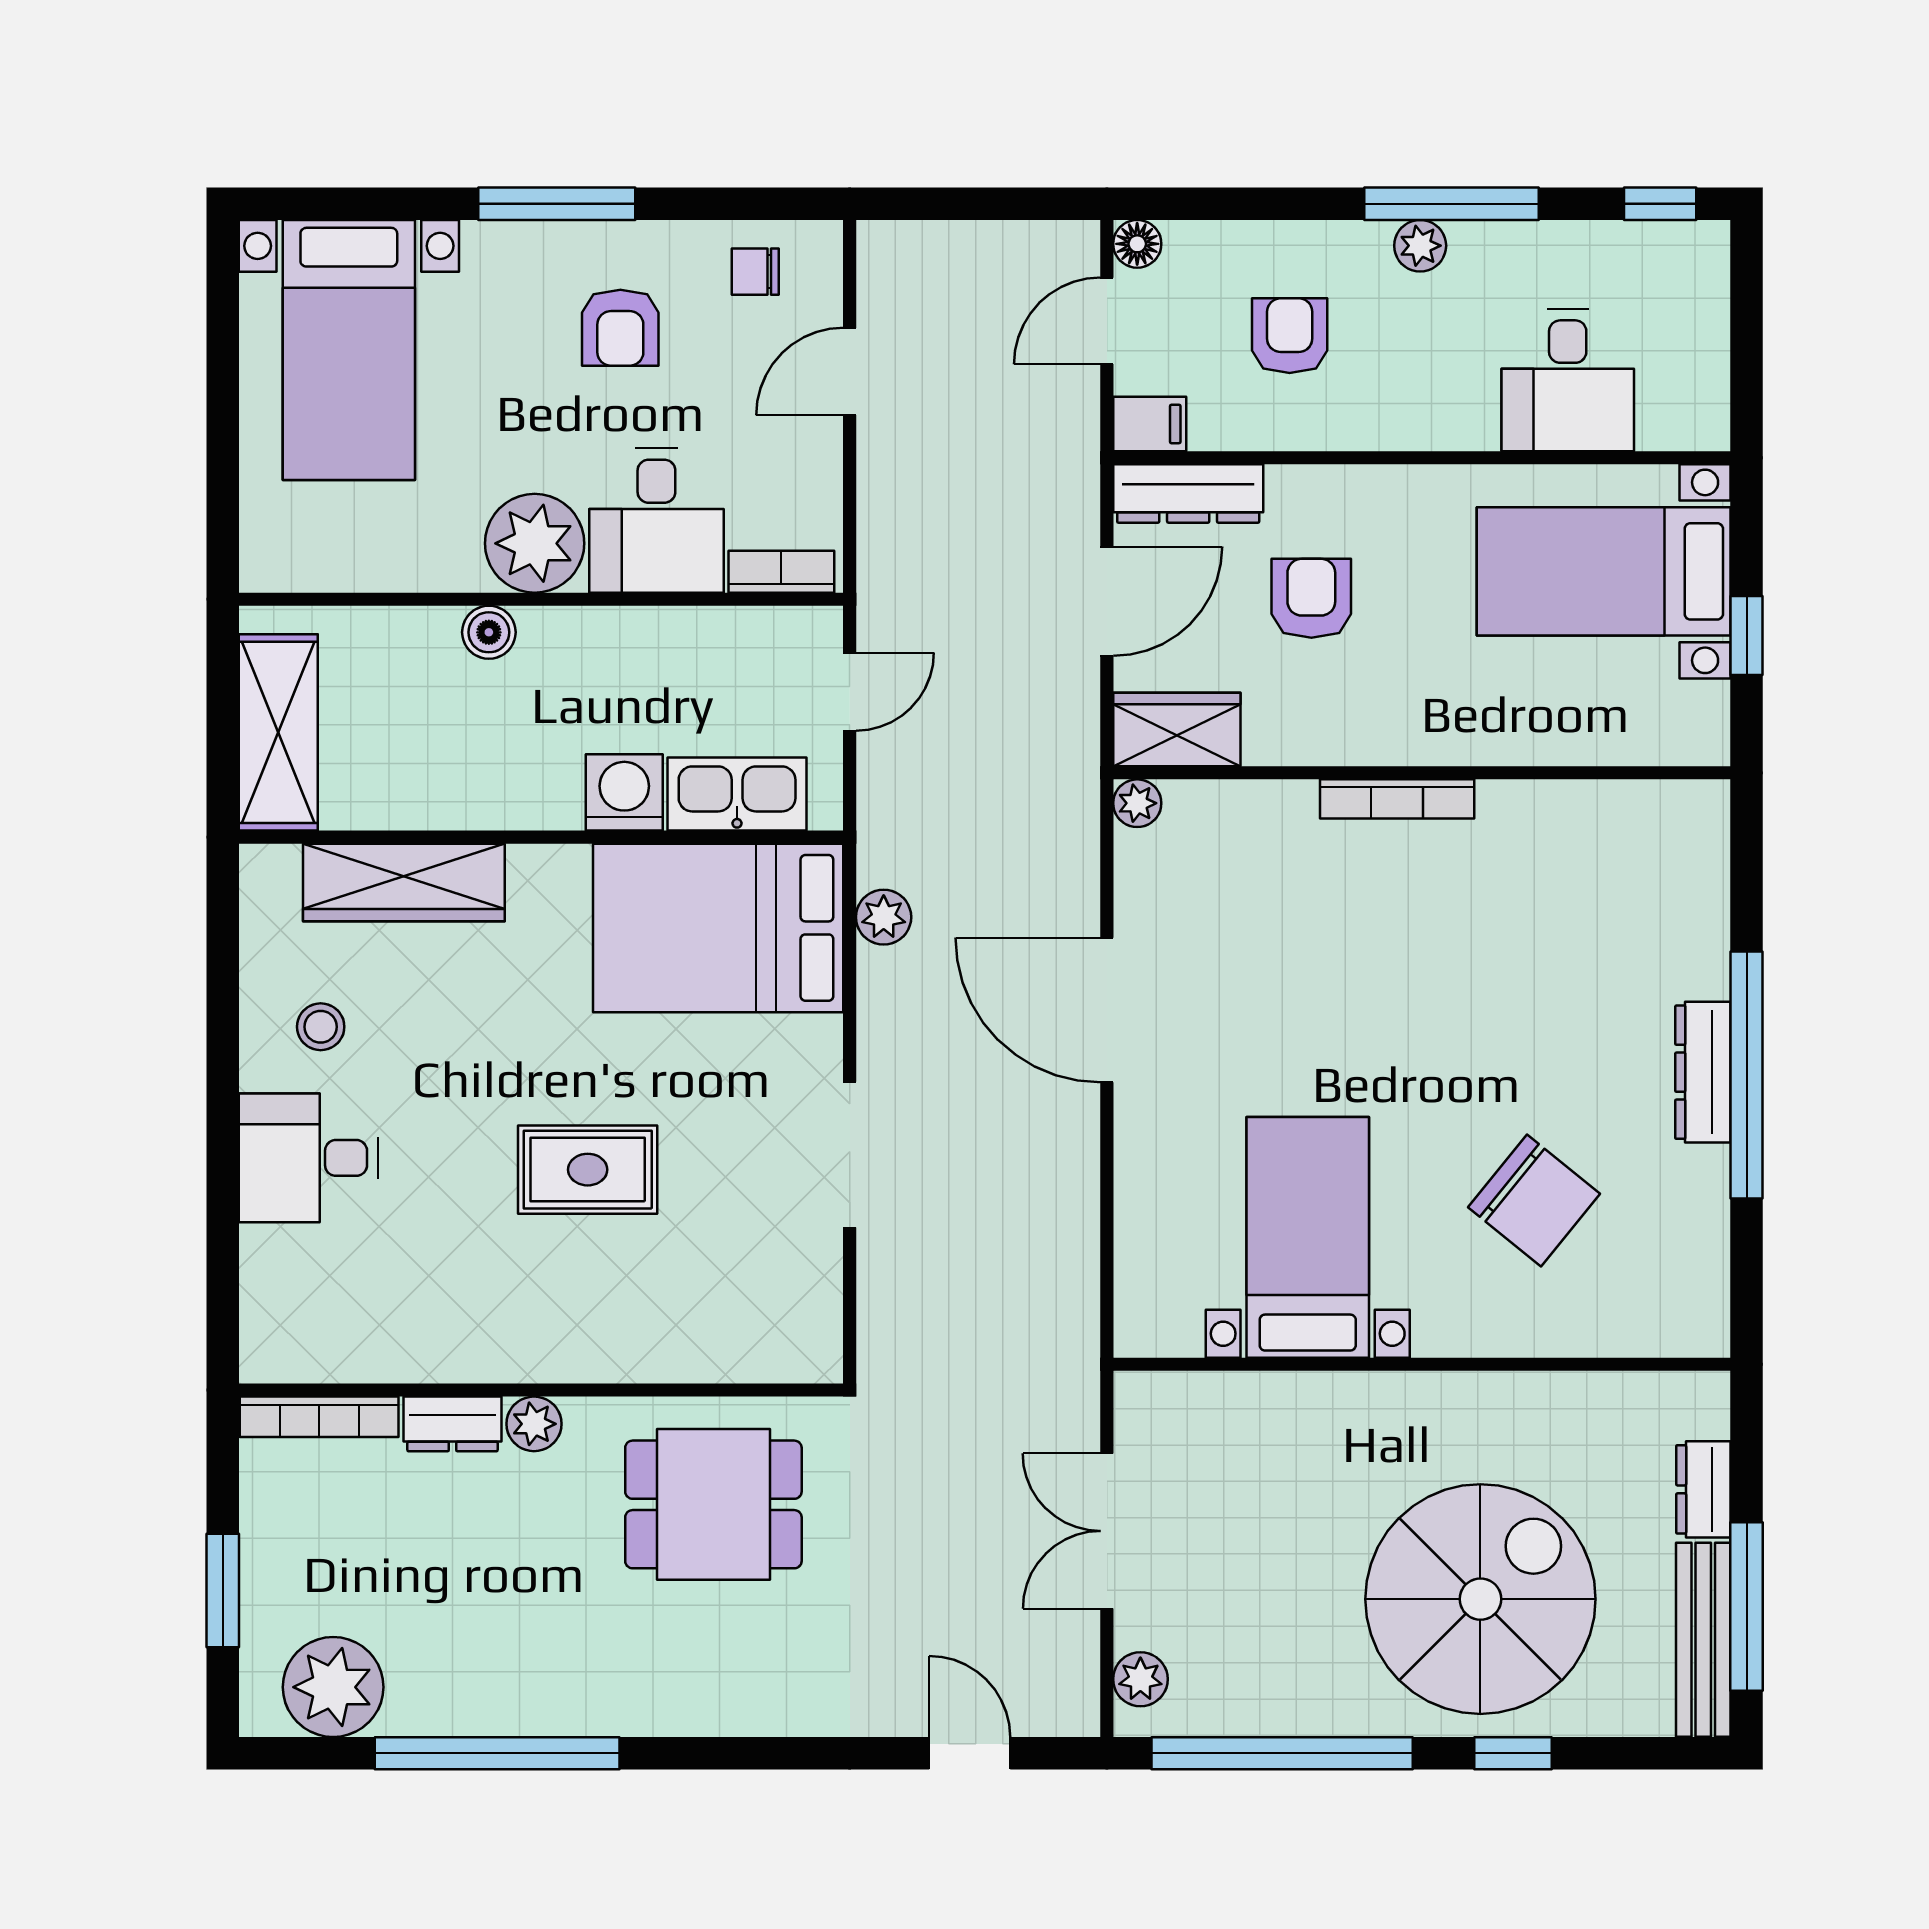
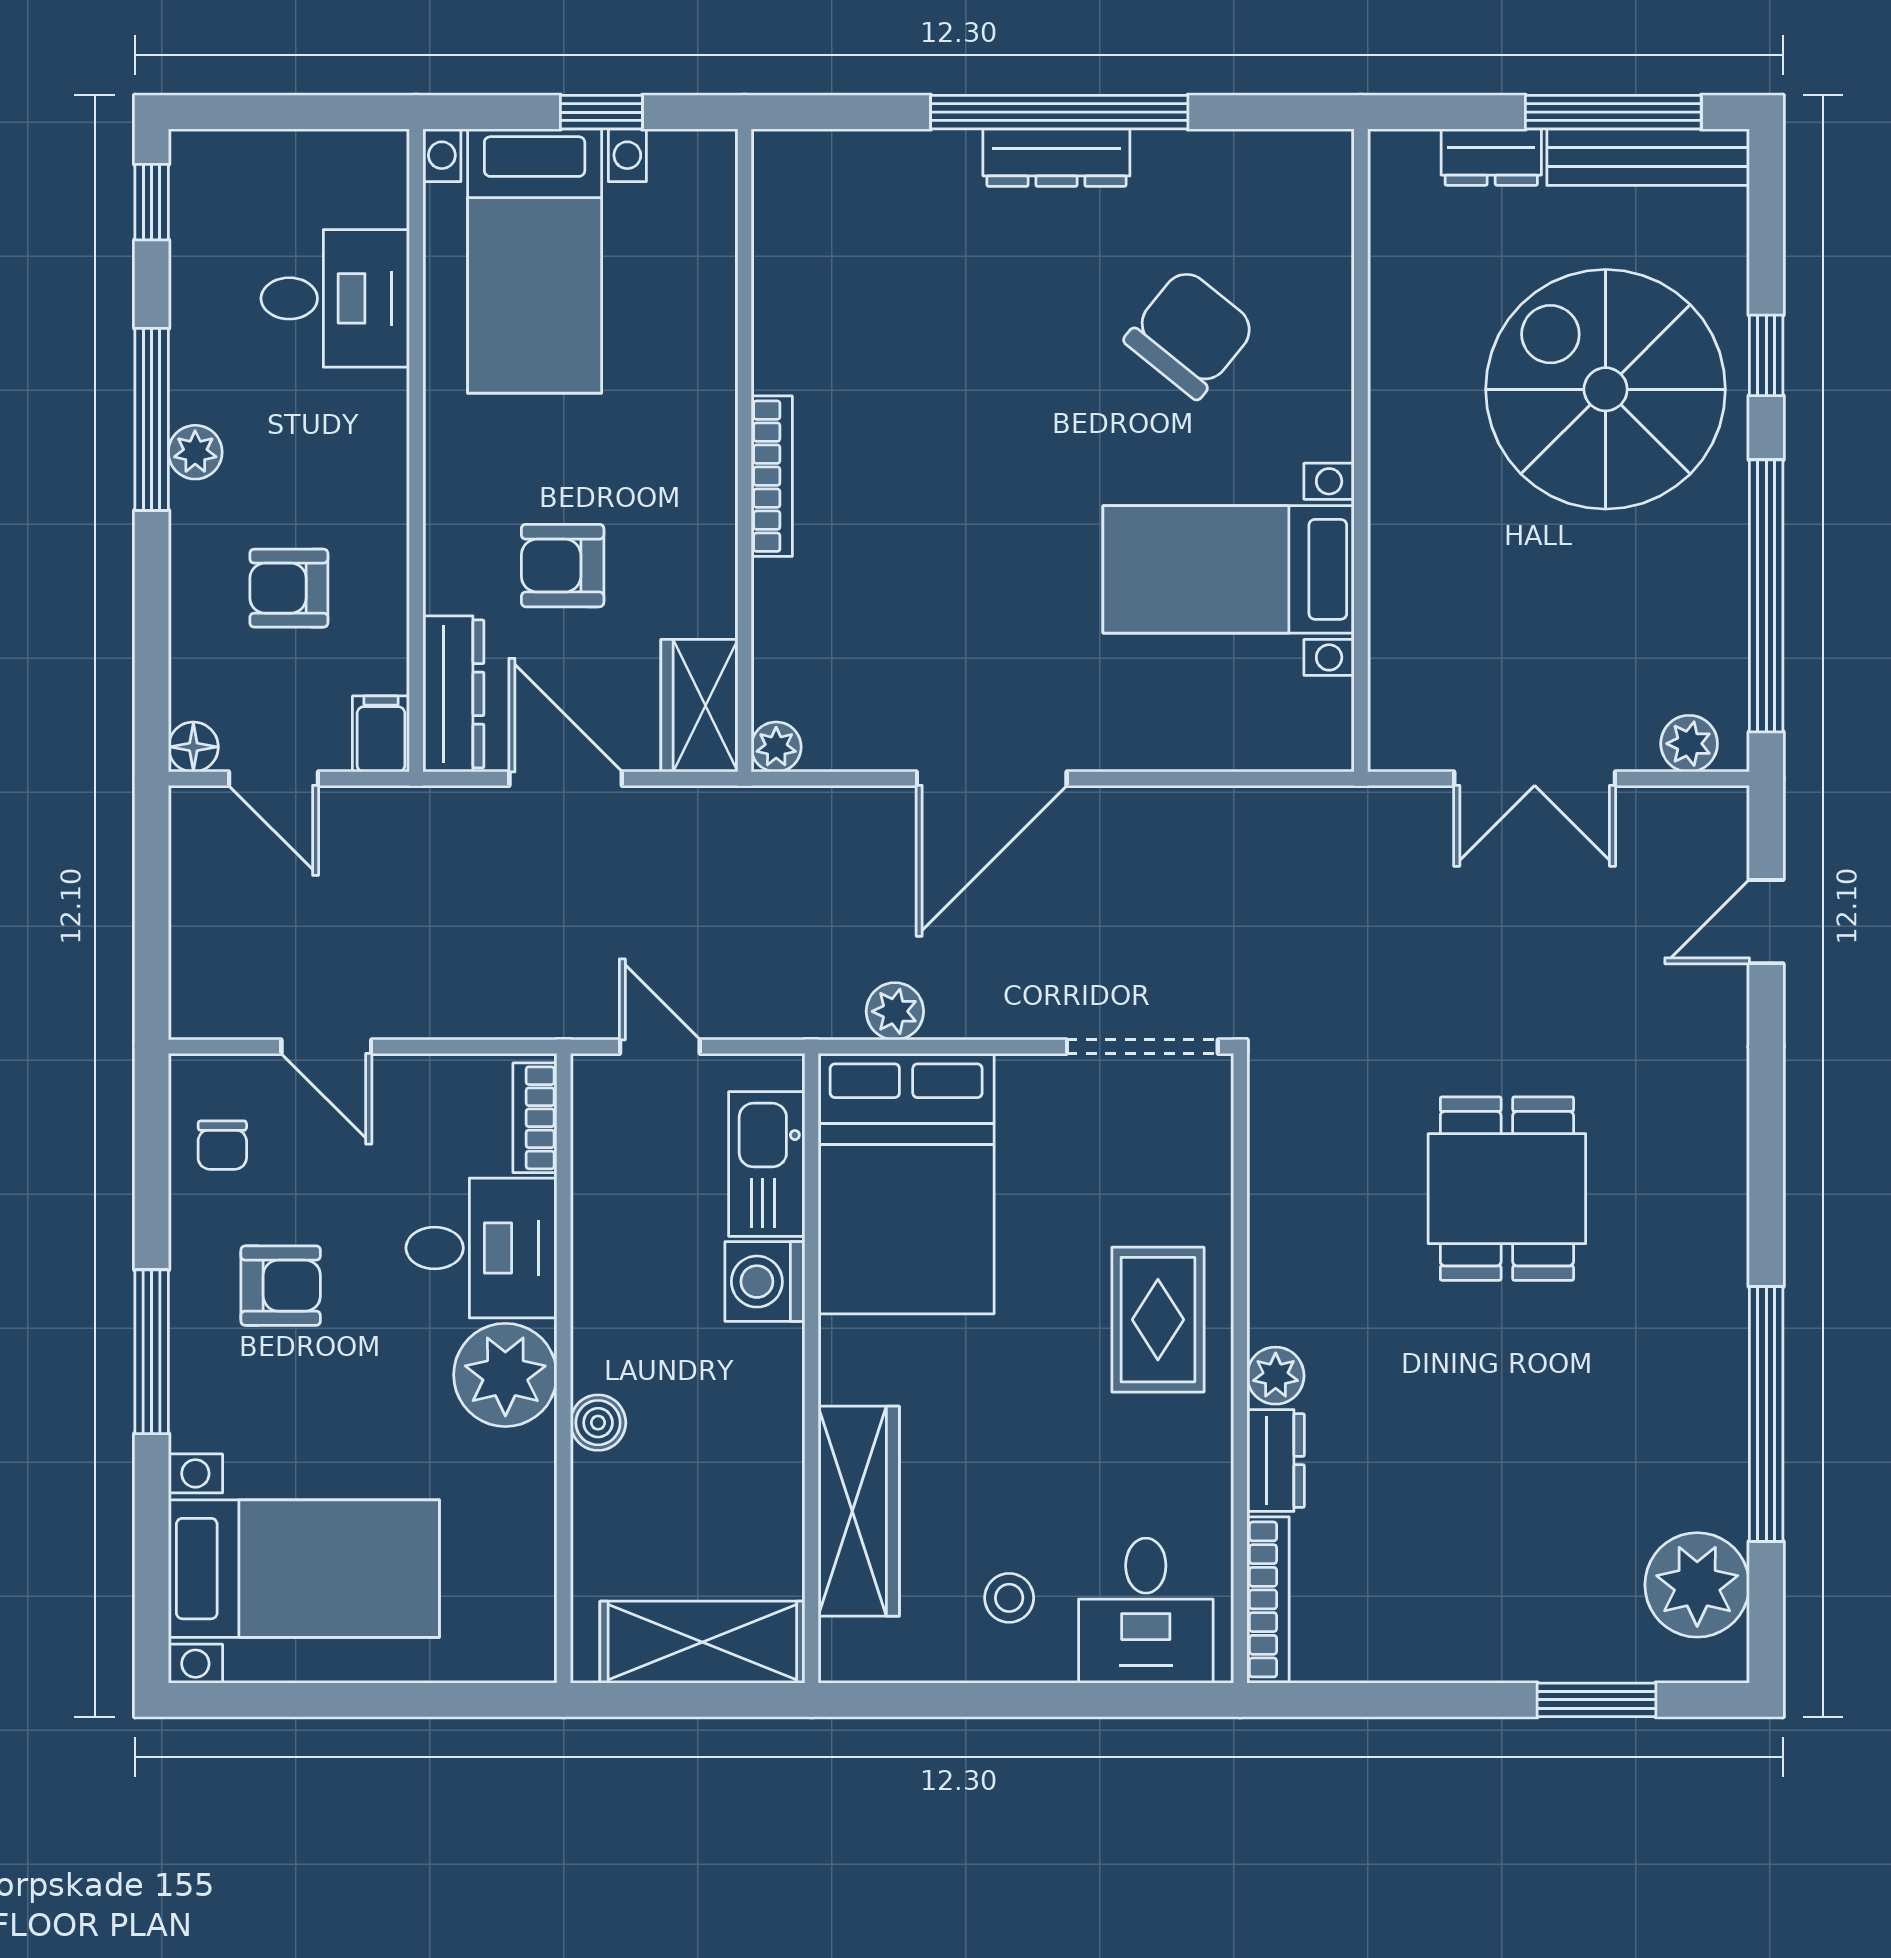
wall: (541, 1390) -> (1240, 1368), moved
bookcase: (319, 1417) -> (1268, 1599), moved
dresser: (453, 1424) -> (1276, 1461), moved
plant: (534, 1424) -> (1276, 1376), moved

